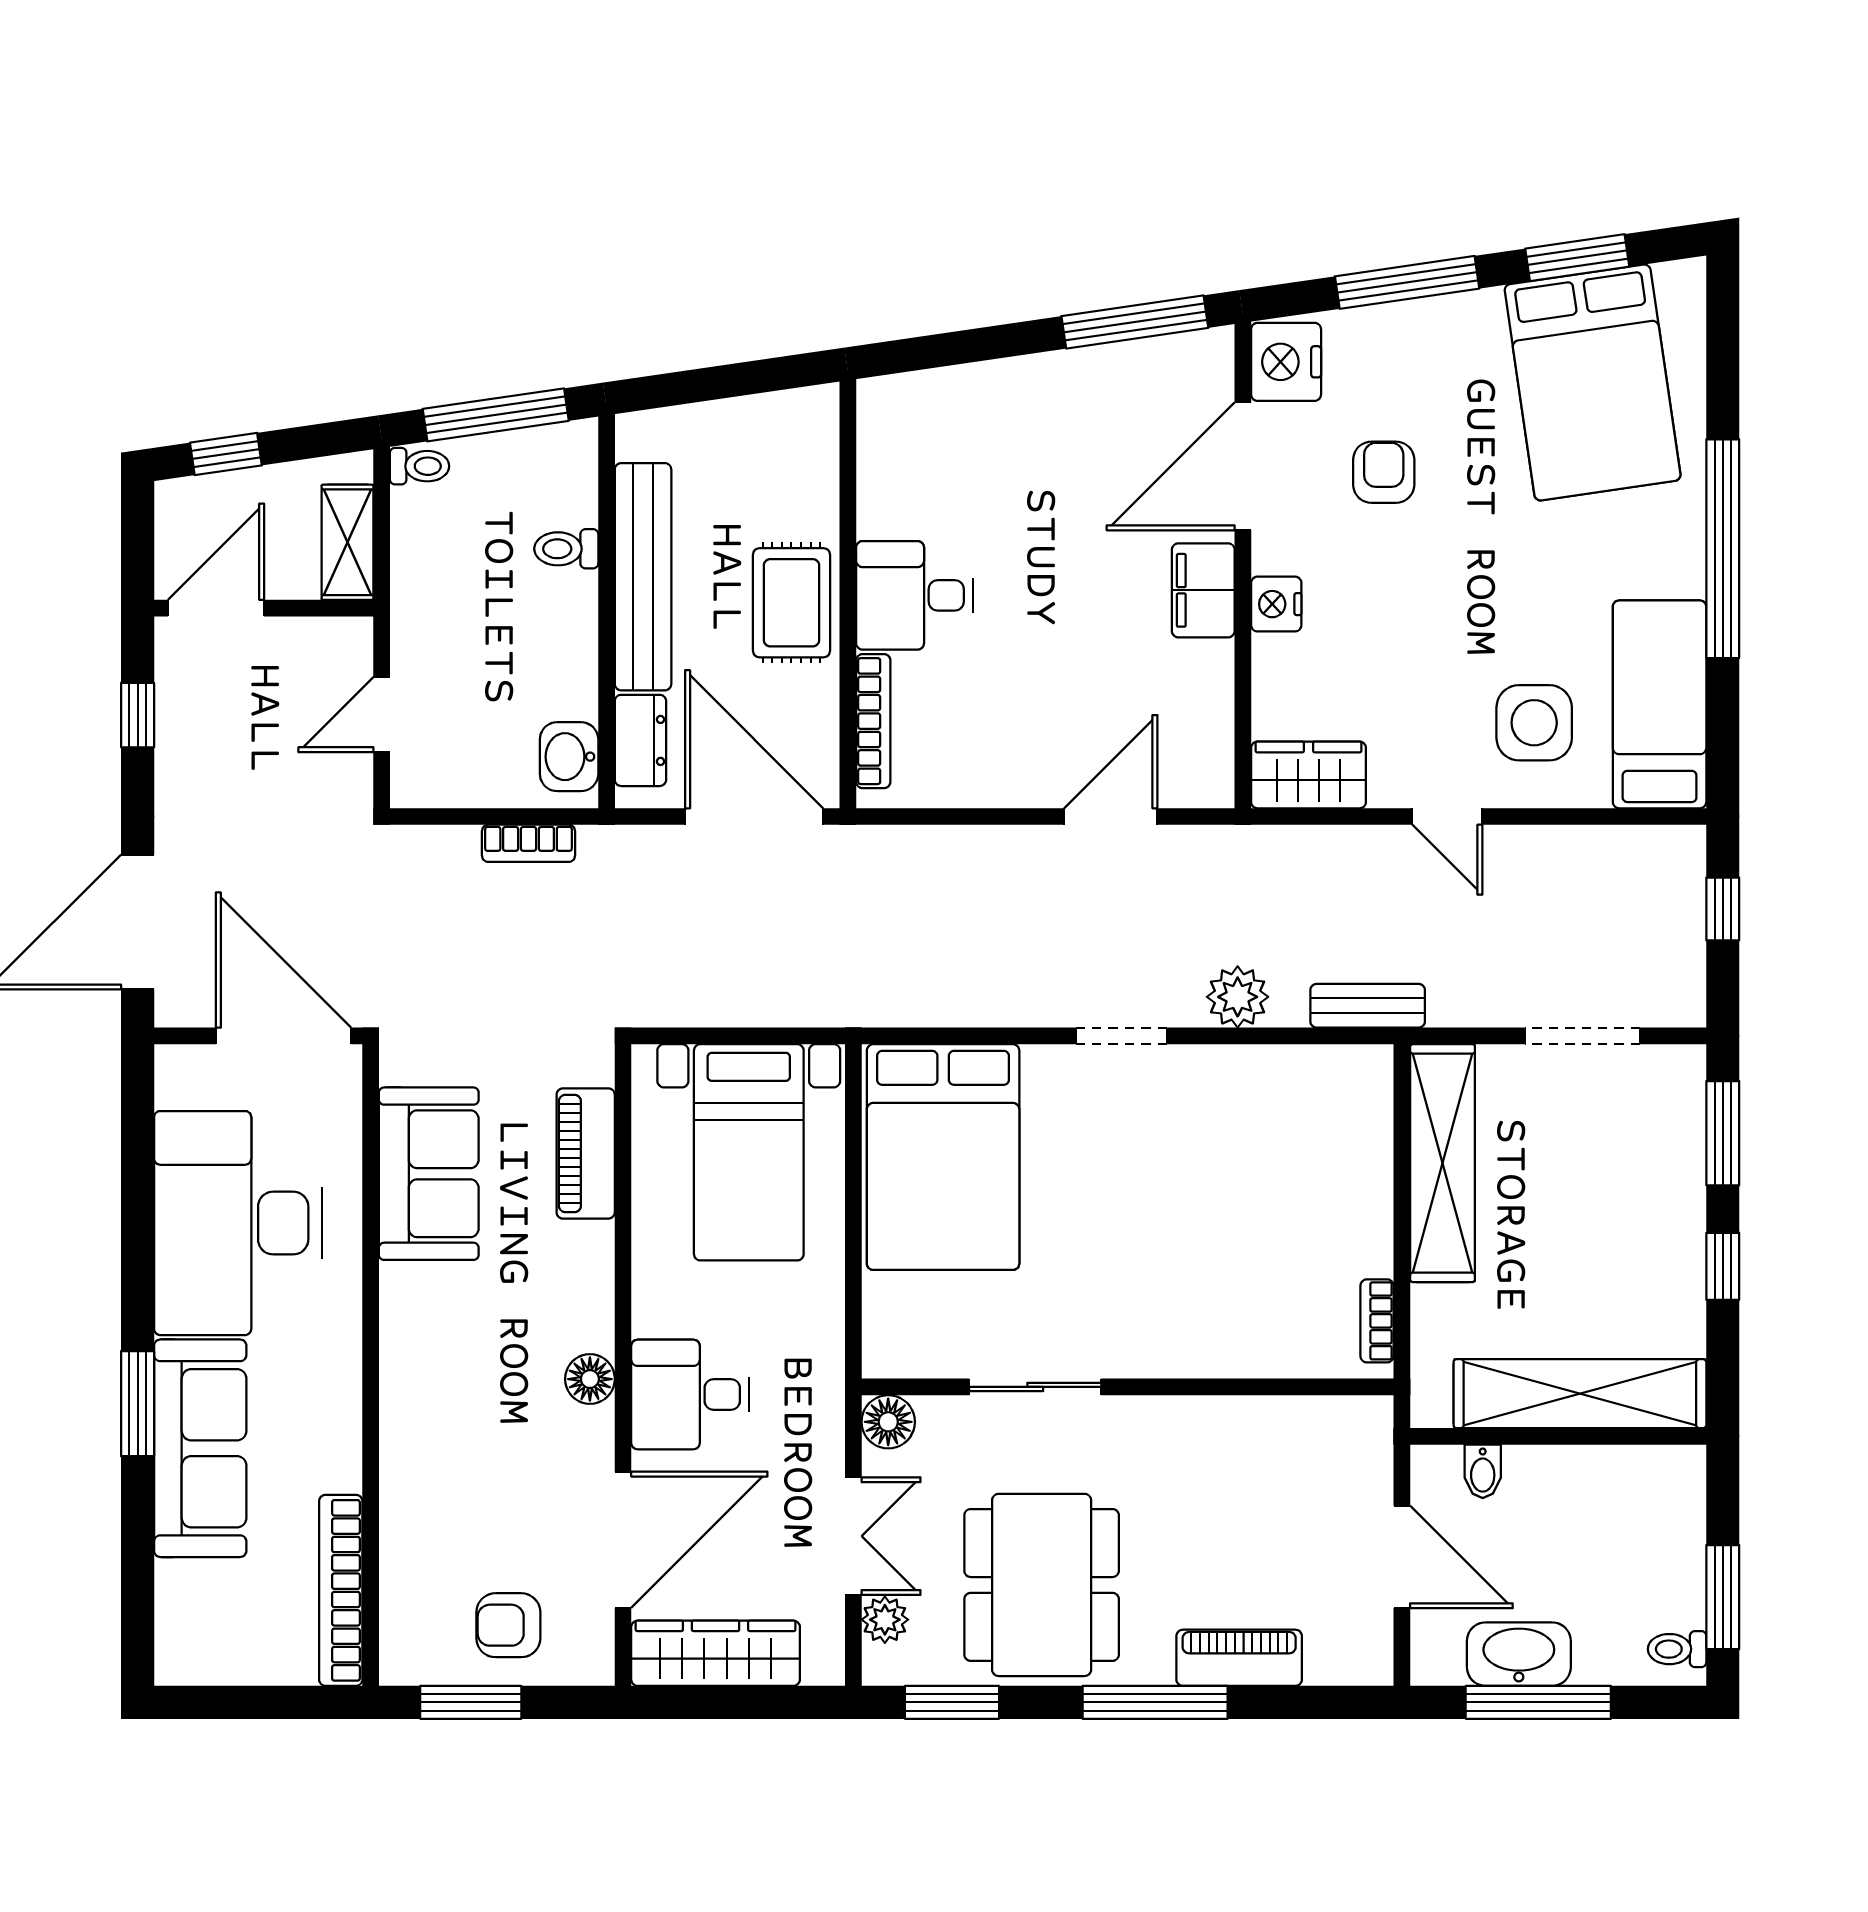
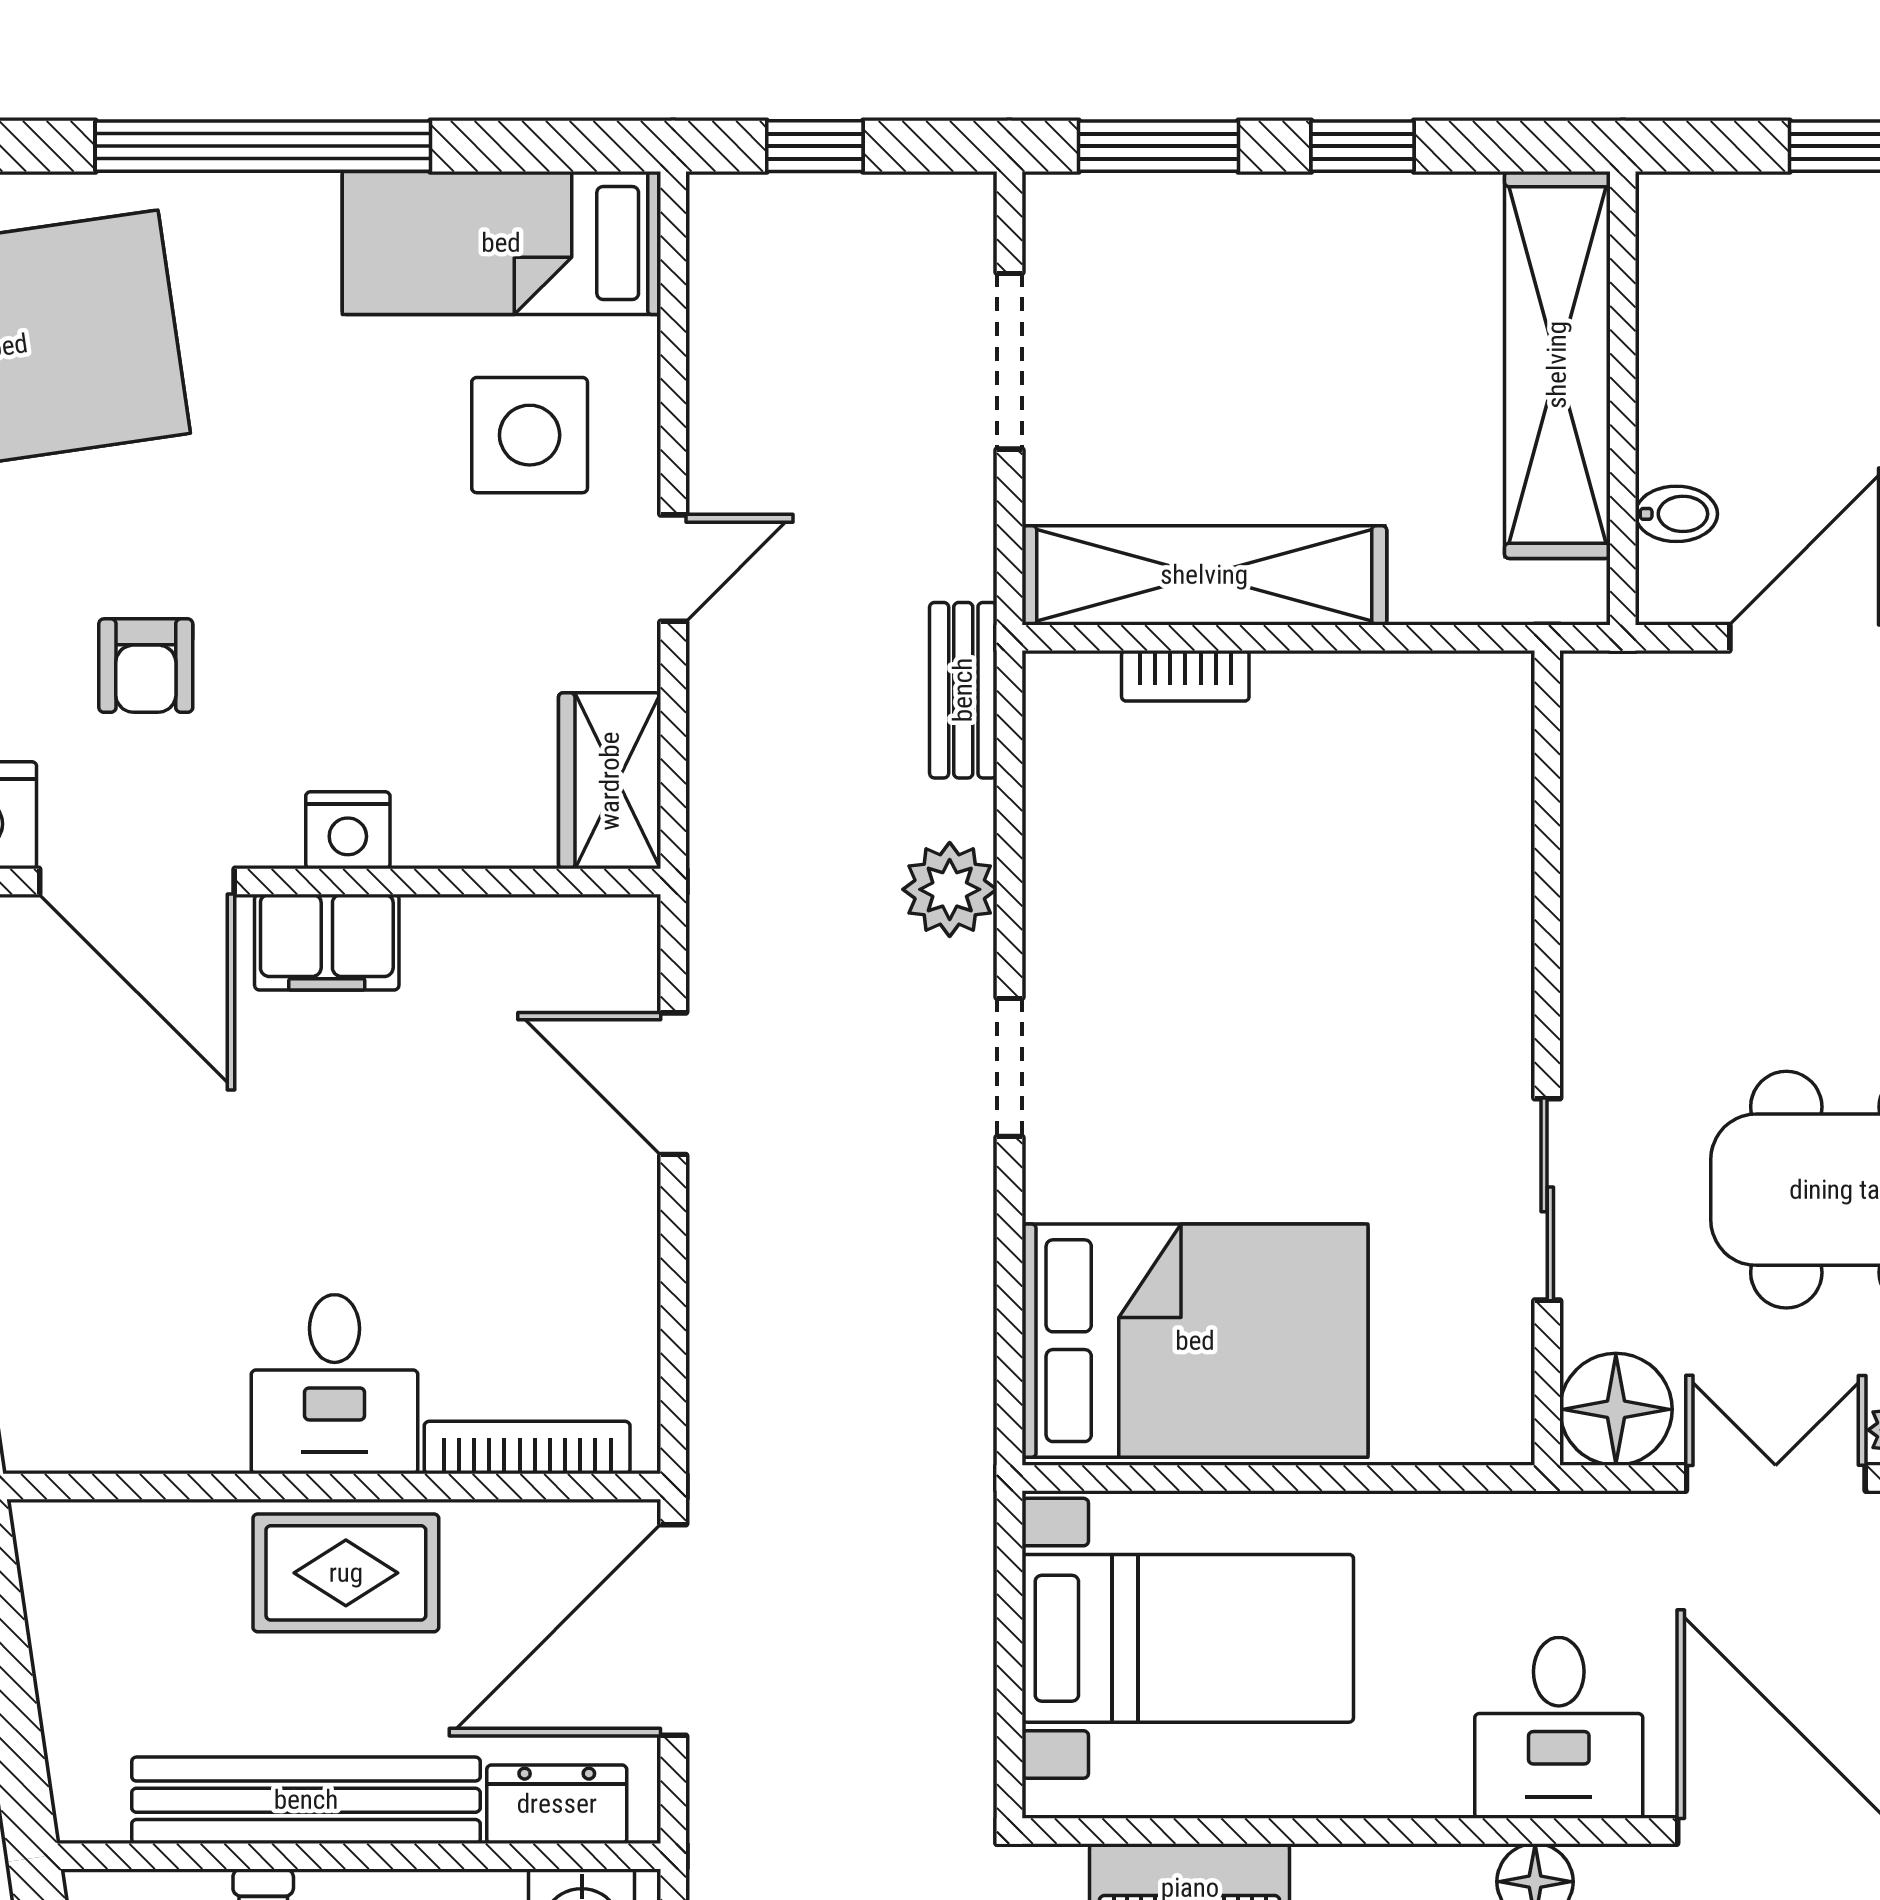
armchair: (1384, 472) -> (146, 666), turned -90
bookcase: (1377, 1321) -> (1185, 676), moved
floor lamp: (888, 1422) -> (1616, 1409), width x1.38, depth x1.38

